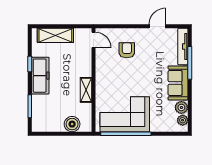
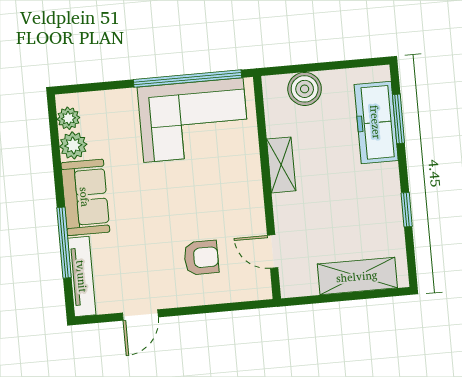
door: (94, 40) -> (273, 251), moved
armchair: (127, 50) -> (201, 258), turned -90
freezer: (40, 76) -> (376, 122), moved

